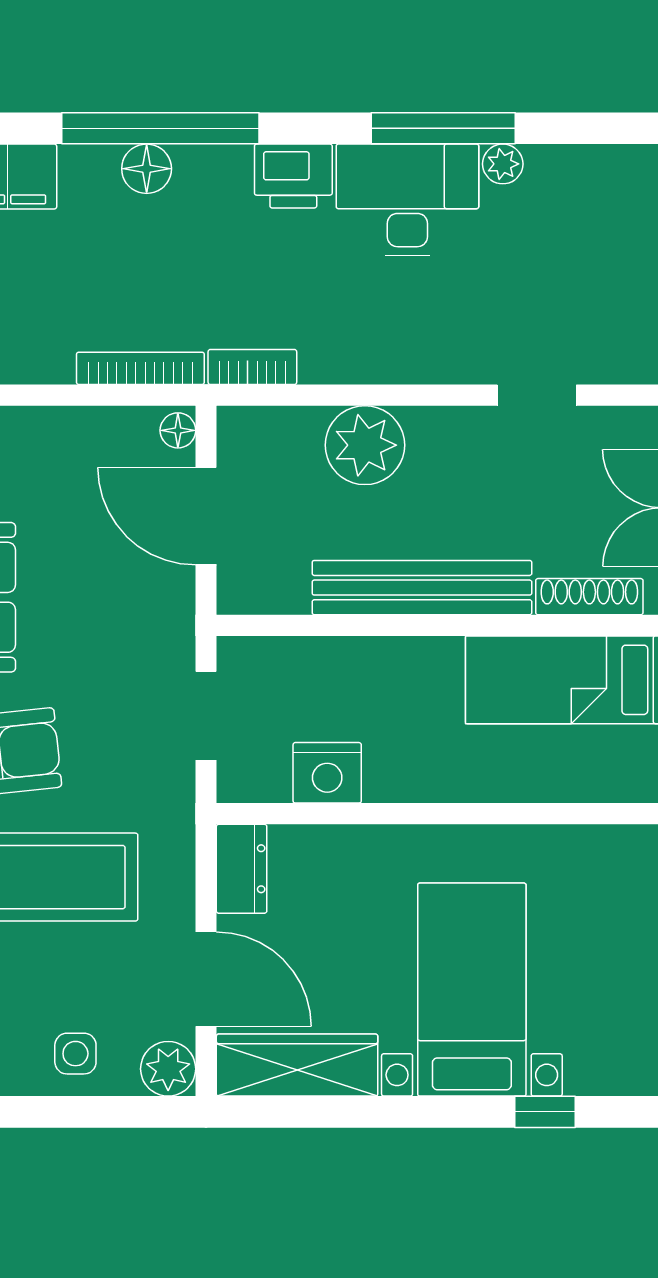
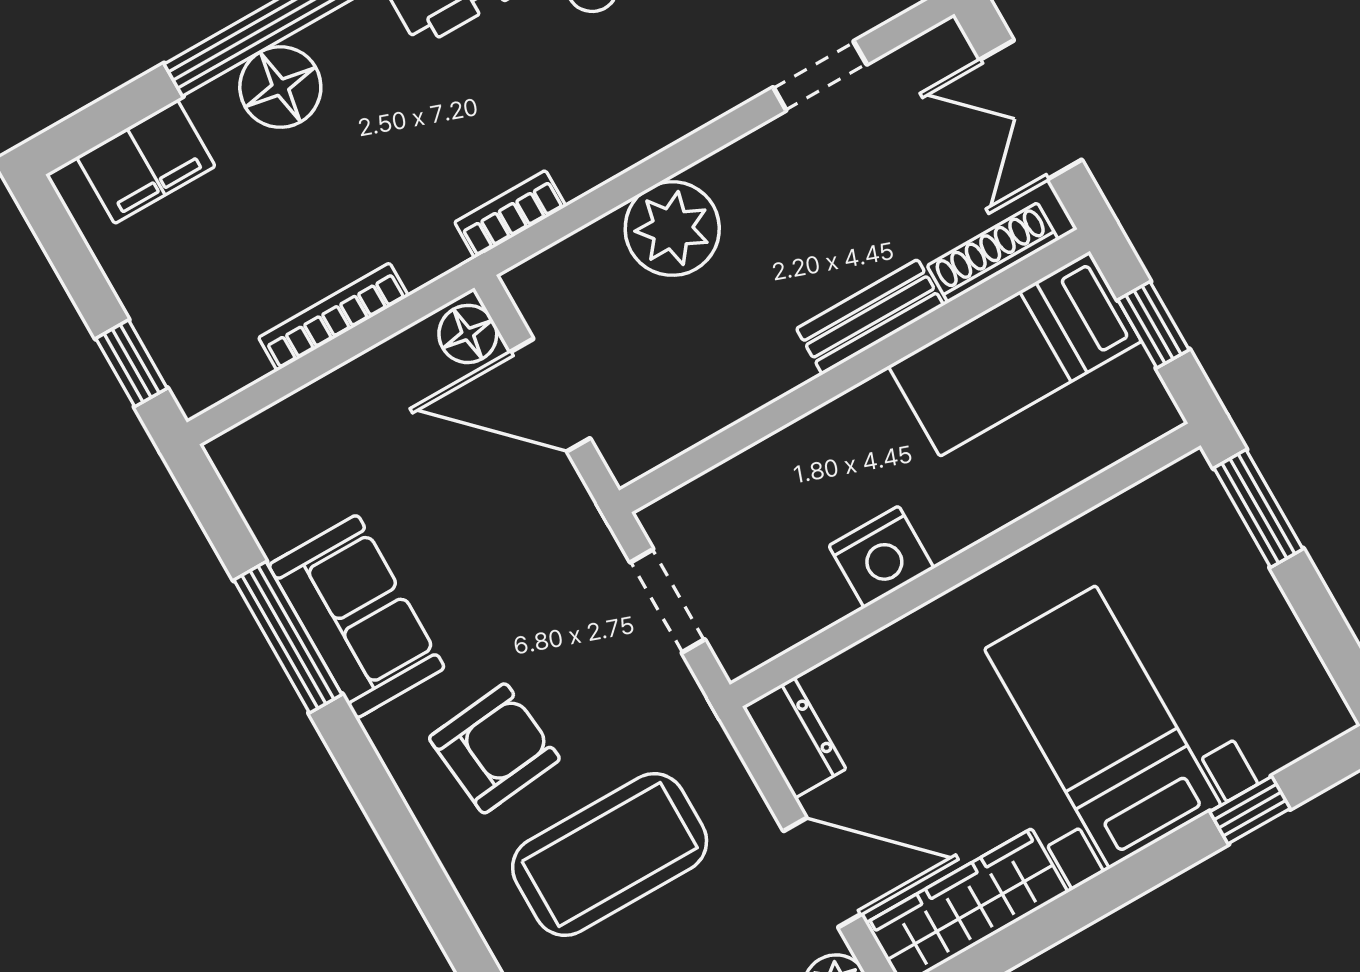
floor lamp: (147, 169) -> (280, 87), width x1.38, depth x1.38
bookcase: (140, 368) -> (333, 317), moved
floor lamp: (178, 430) -> (468, 334), width x1.37, depth x1.37
bench: (422, 588) -> (870, 317), width x0.54, depth x0.82
nightstand: (327, 773) -> (881, 557), moved

